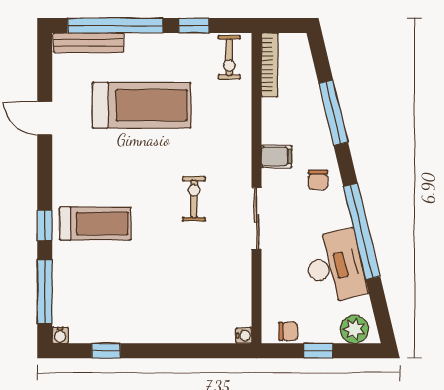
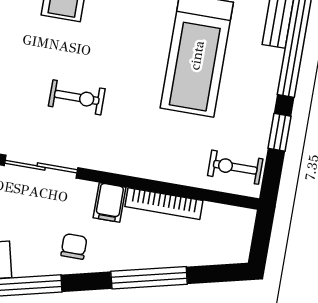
bookcase: (270, 65) -> (164, 204), moved
chair: (318, 180) -> (74, 246), turned 90

